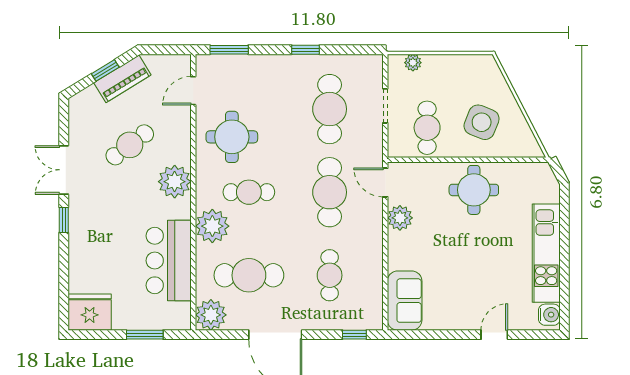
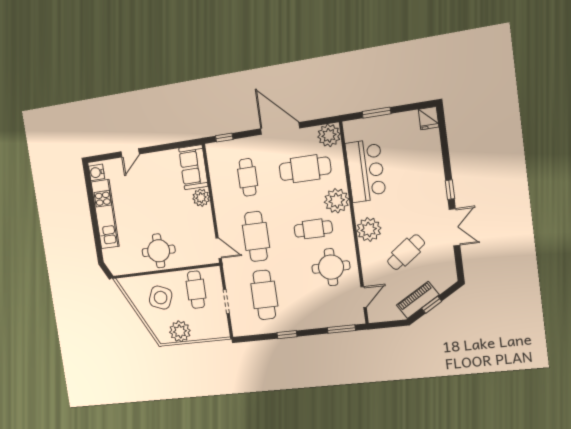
plant: (413, 63) -> (180, 331), moved, width x1.88, depth x1.88
plant: (400, 218) -> (201, 198), moved
fridge: (90, 312) -> (429, 118), width x0.53, depth x0.75

